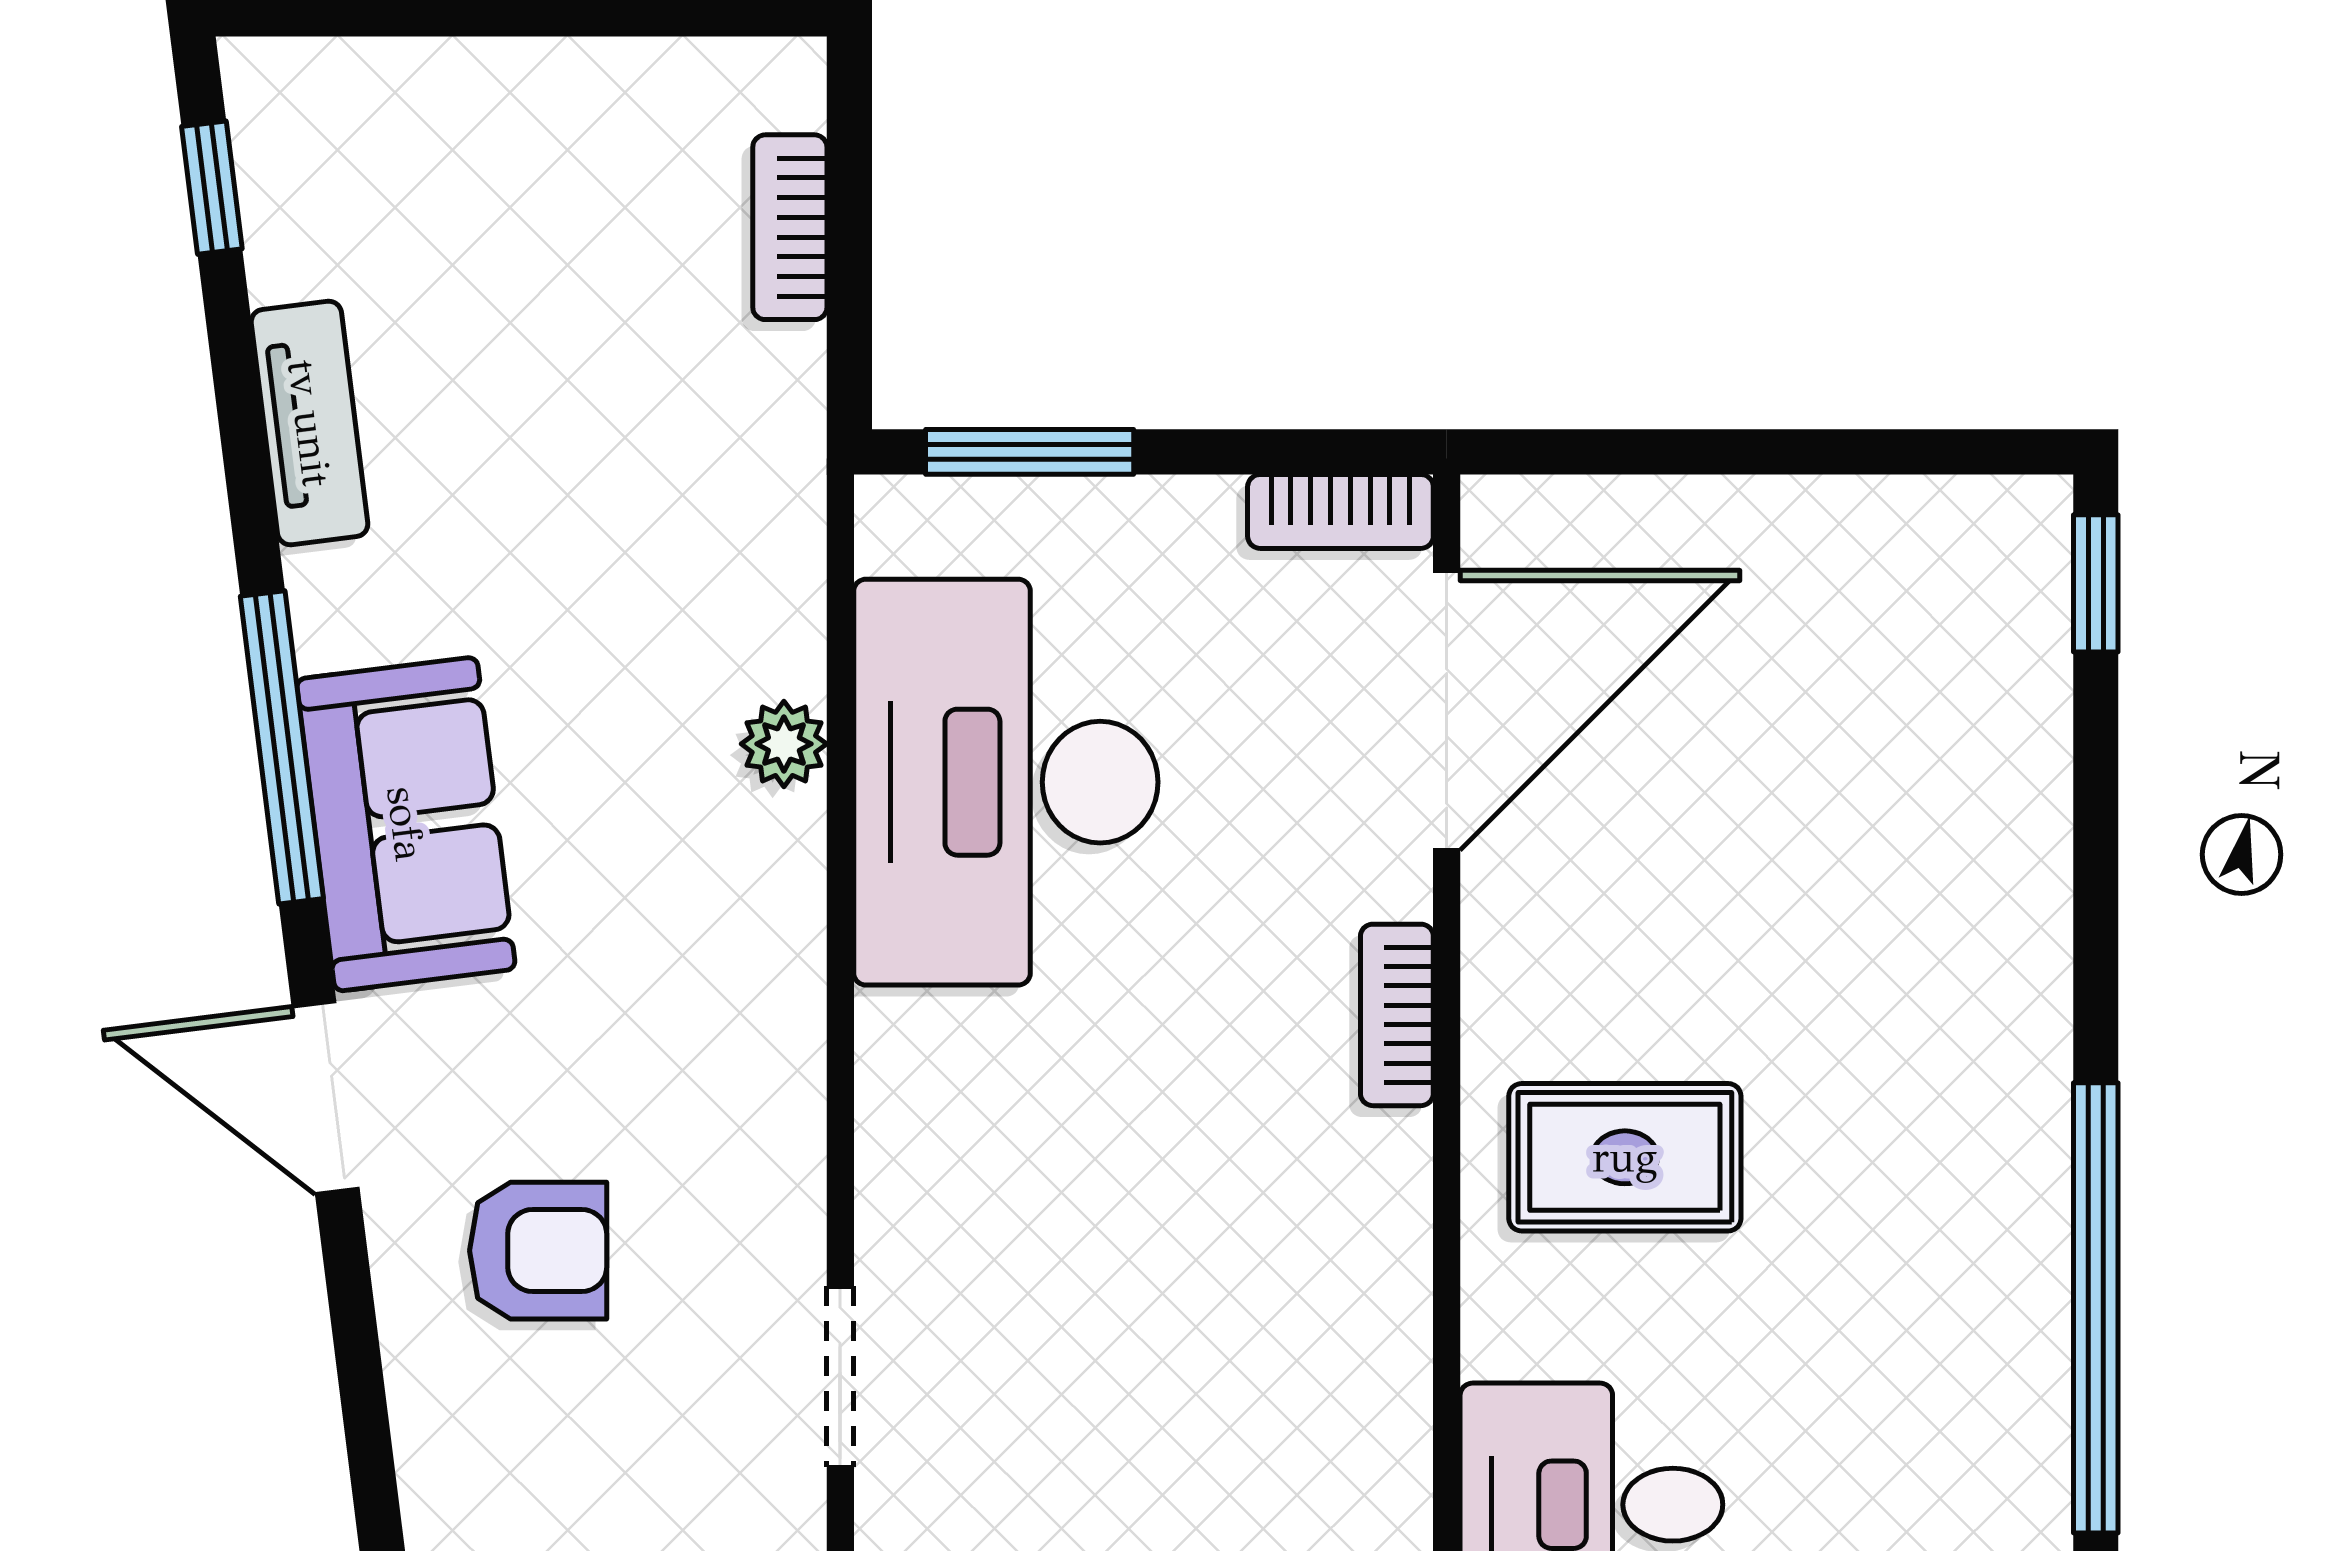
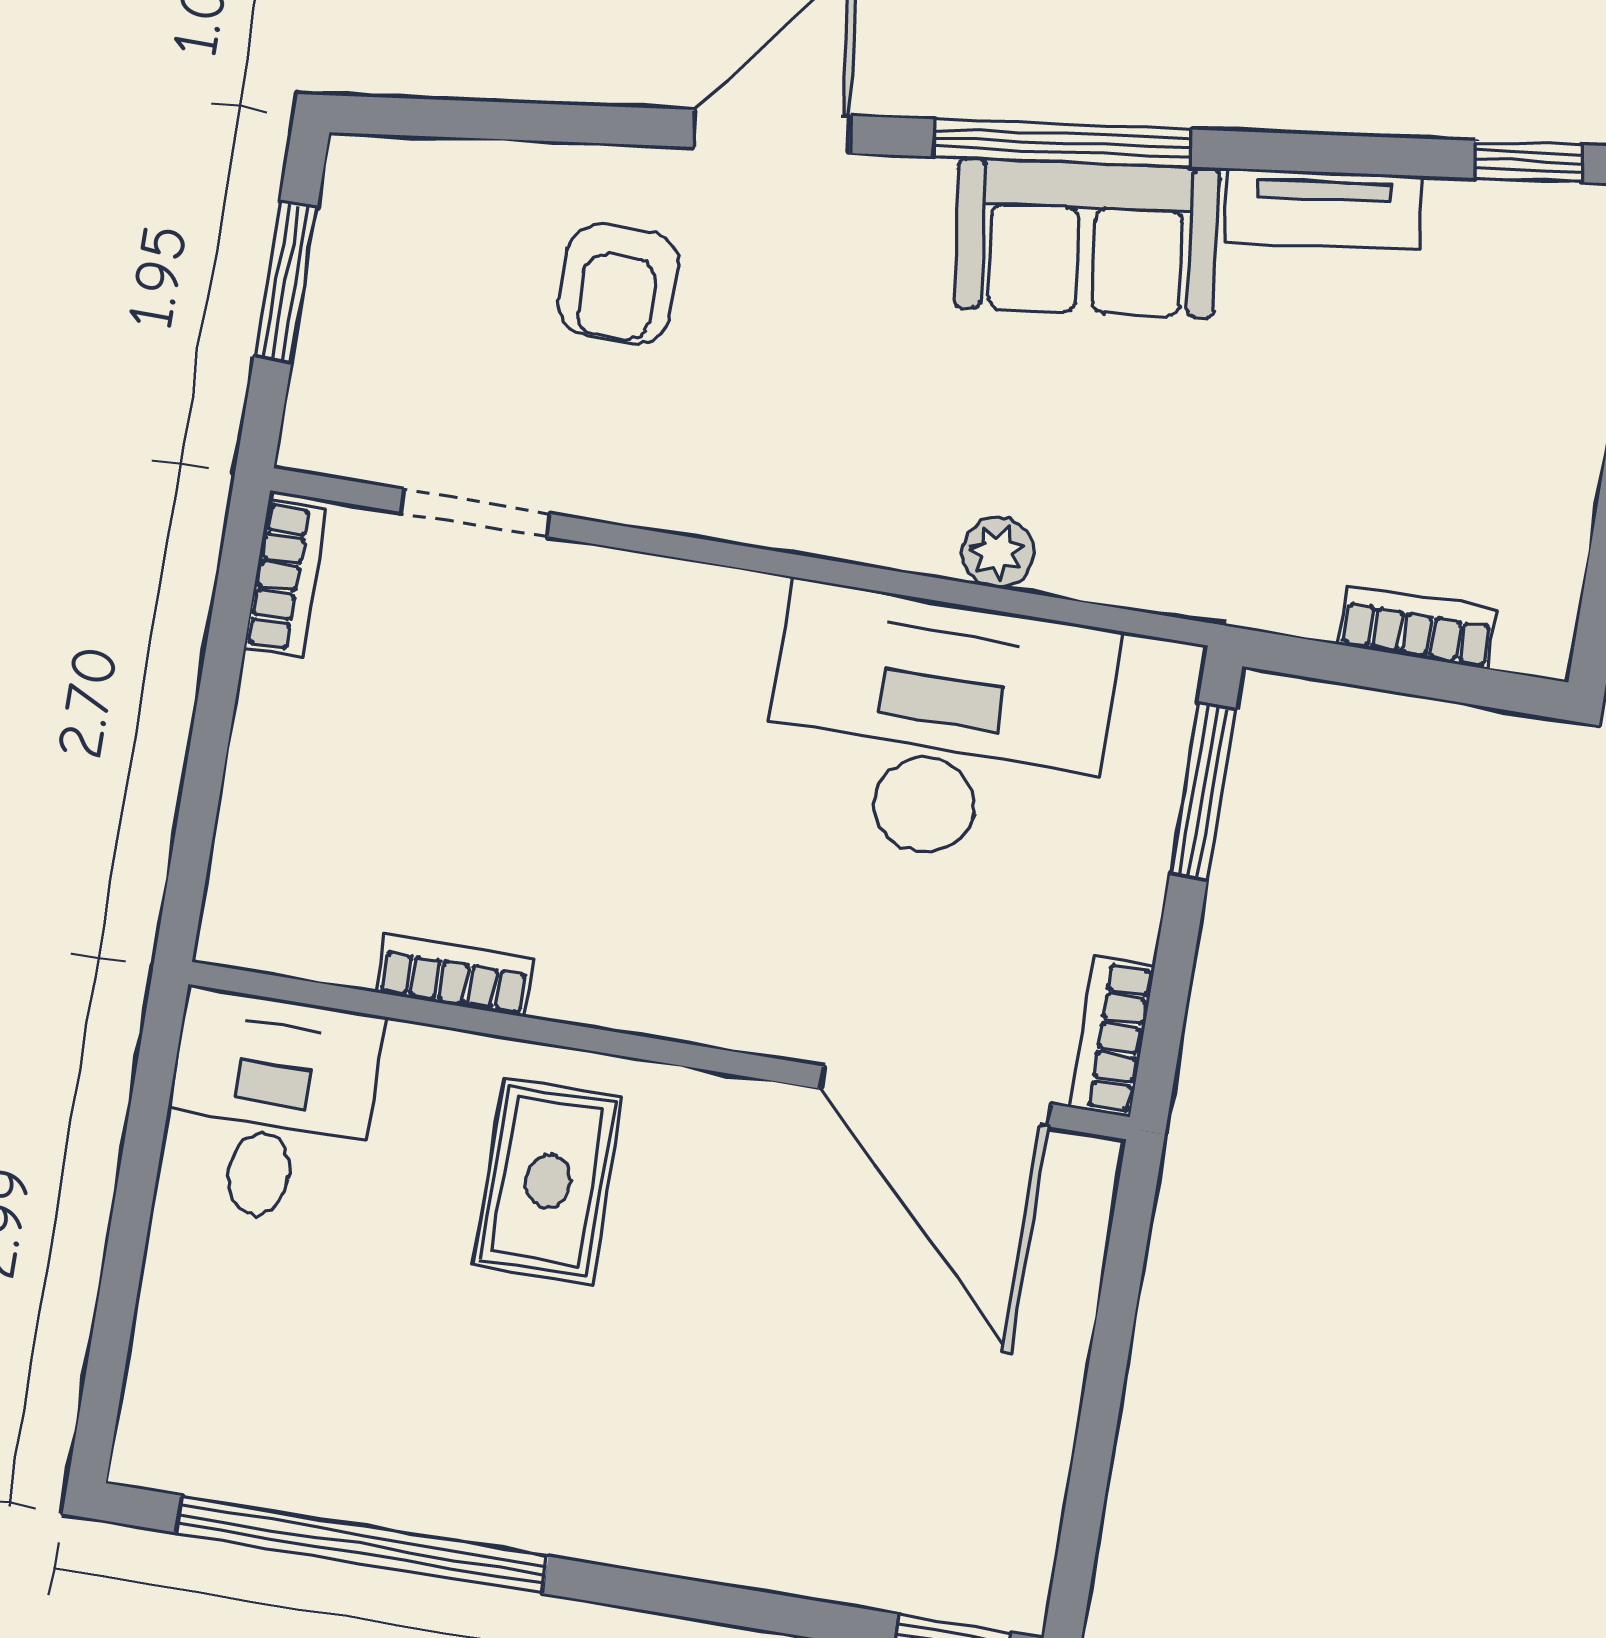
sofa: (406, 824) -> (1087, 238), moved
bookcase: (1397, 1015) -> (455, 975), moved

